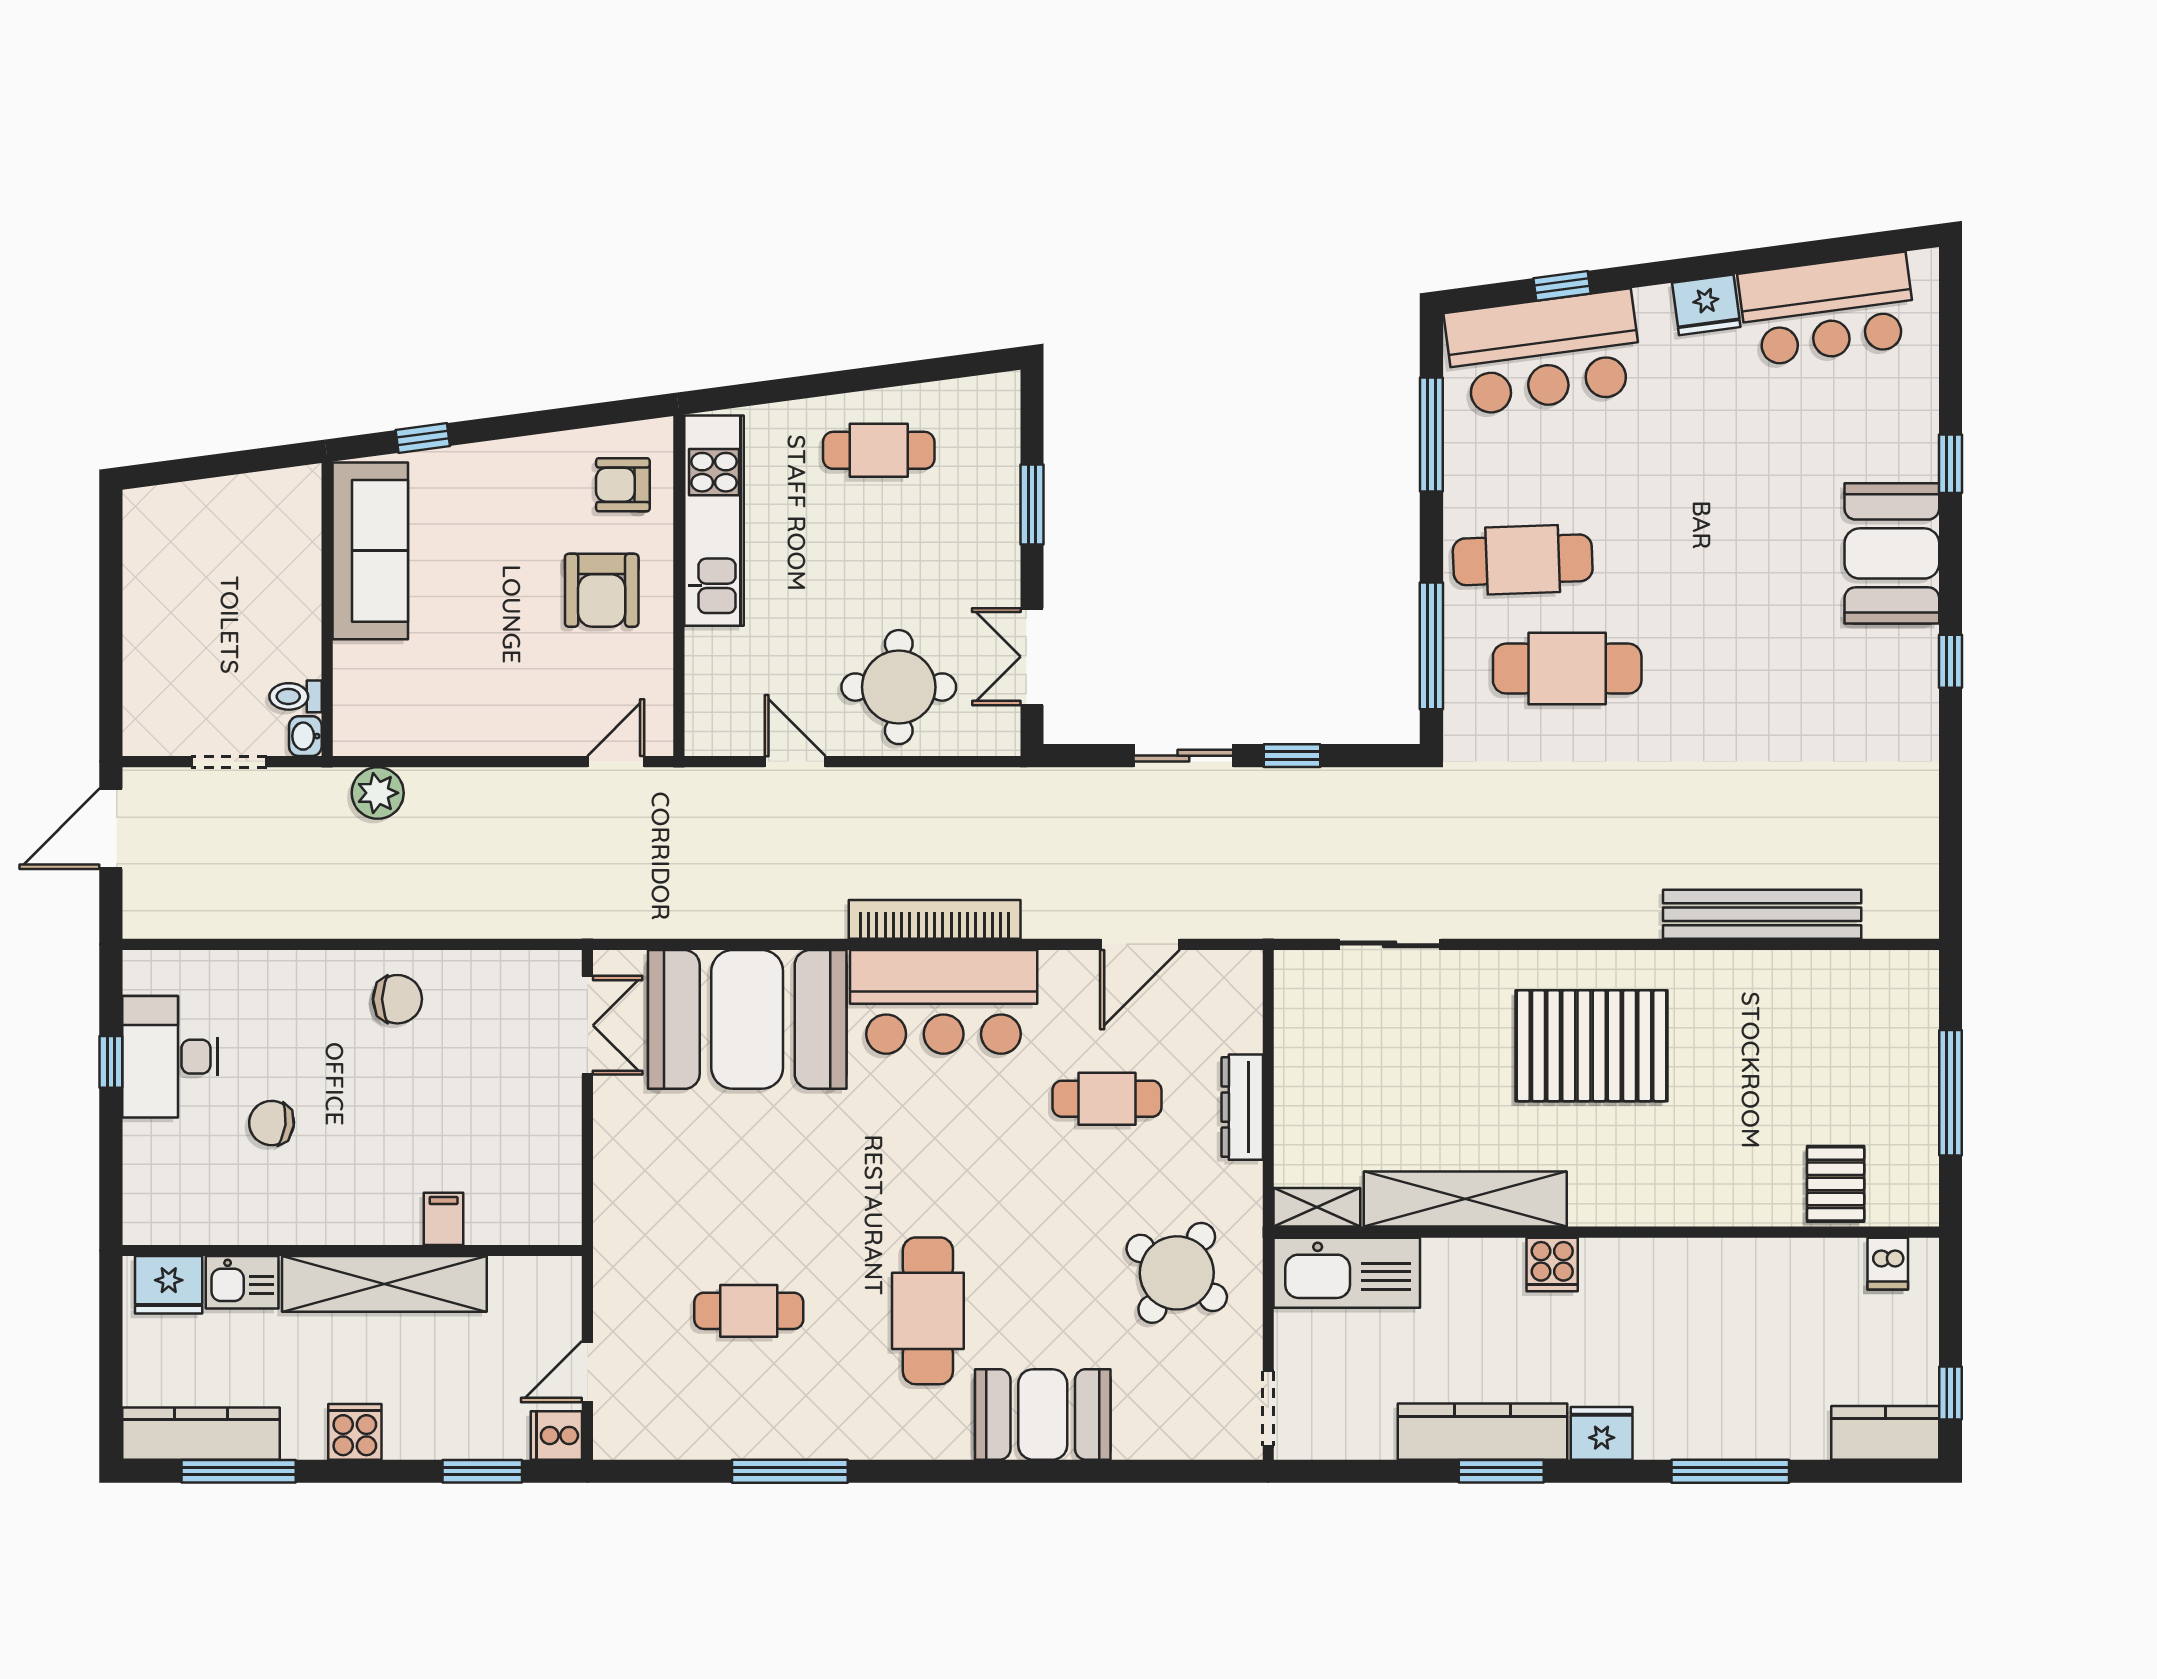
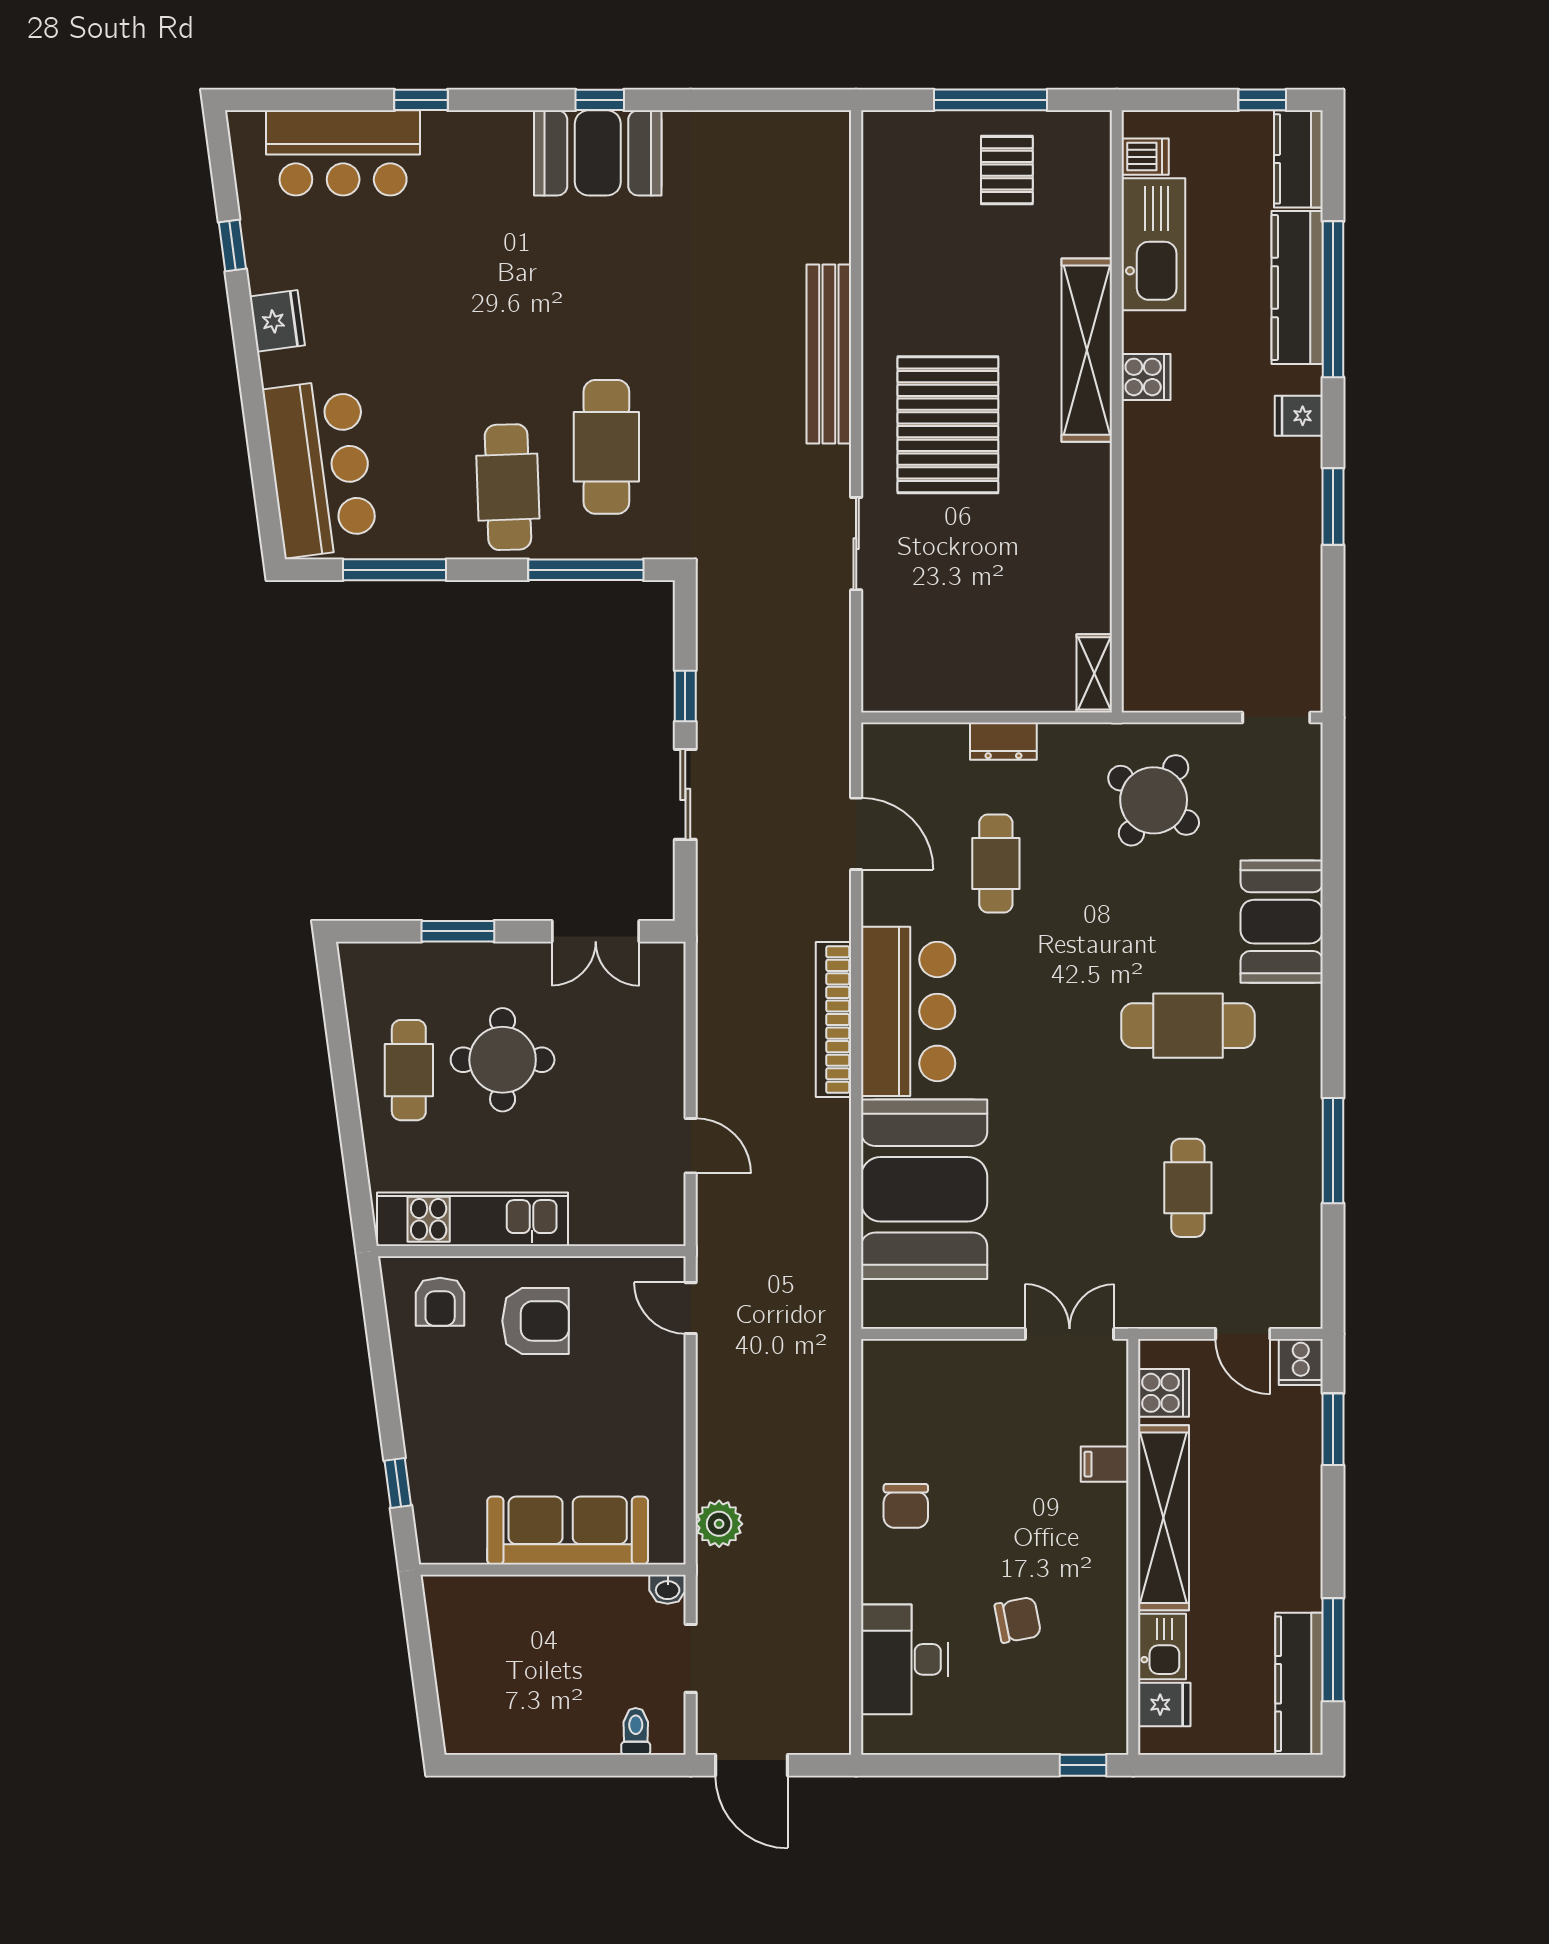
window: (1562, 286) -> (232, 246), moved
bar counter: (1828, 310) -> (343, 153), moved, turned 98
sofa: (370, 551) -> (568, 1531), moved
booth: (1892, 553) -> (598, 153), moved
round table: (899, 687) -> (503, 1060), moved
toilet: (296, 696) -> (636, 1731), moved, turned 180
door: (795, 762) -> (691, 1146), swing flipped
bench: (1762, 914) -> (829, 354), moved
sliding door: (1390, 944) -> (856, 544), moved
chair: (397, 999) -> (906, 1506), turned 180
double door: (587, 1025) -> (1070, 1334), moved
desk: (170, 1057) -> (904, 1659), moved, turned 90
window: (111, 1062) -> (1083, 1765), moved
dresser: (1242, 1107) -> (1003, 741), width x0.70
chair: (272, 1123) -> (1018, 1620), turned -108
pallet: (1836, 1184) -> (1007, 170), moved, turned 90
shelving: (1465, 1199) -> (1087, 350), moved
cooker: (1552, 1265) -> (1146, 377), moved
kitchen sink: (1347, 1273) -> (1153, 244), moved
fridge: (169, 1285) -> (1164, 1705), width x0.72
cooker: (355, 1432) -> (1164, 1393), moved, turned 180
kitchen counter: (1483, 1432) -> (1297, 288), moved
fridge: (1602, 1433) -> (1299, 416), width x0.72
window: (1730, 1471) -> (1333, 299), width x1.46

